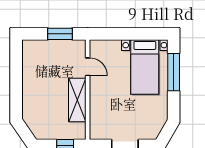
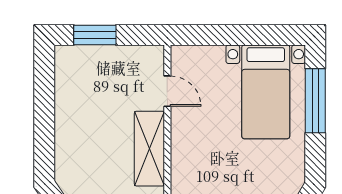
window: (60, 34) -> (95, 35), moved

